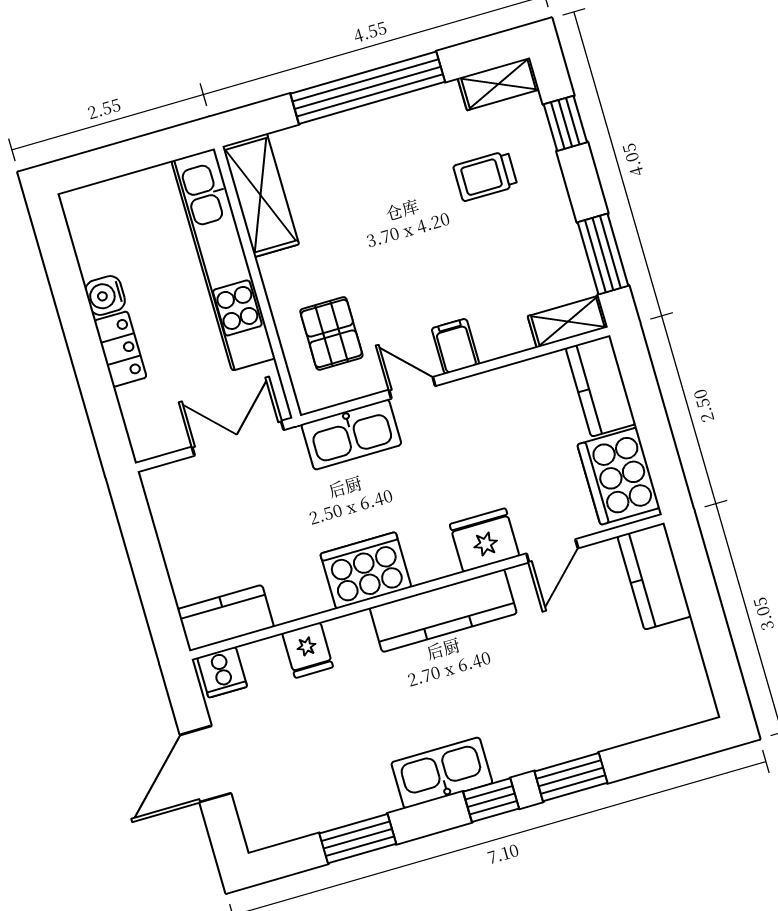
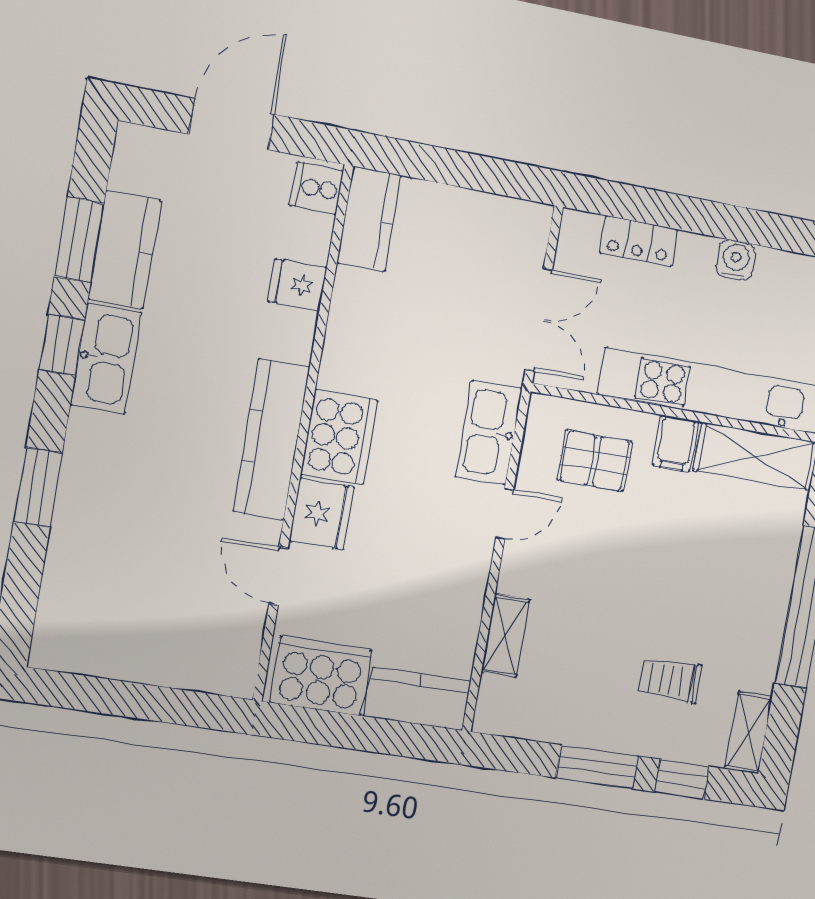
trolley: (485, 176) -> (670, 680), turned -90
window: (603, 254) -> (597, 767), moved
shelving: (568, 322) -> (505, 635), moved
filing cabinet: (455, 346) -> (676, 443), moved, turned 90
locker: (120, 349) -> (639, 241), moved
cooker: (366, 570) -> (339, 437), moved
kitchen counter: (654, 576) -> (125, 250), moved, turned 90
door: (206, 764) -> (232, 124), hinge flipped
window: (491, 800) -> (62, 345), moved

